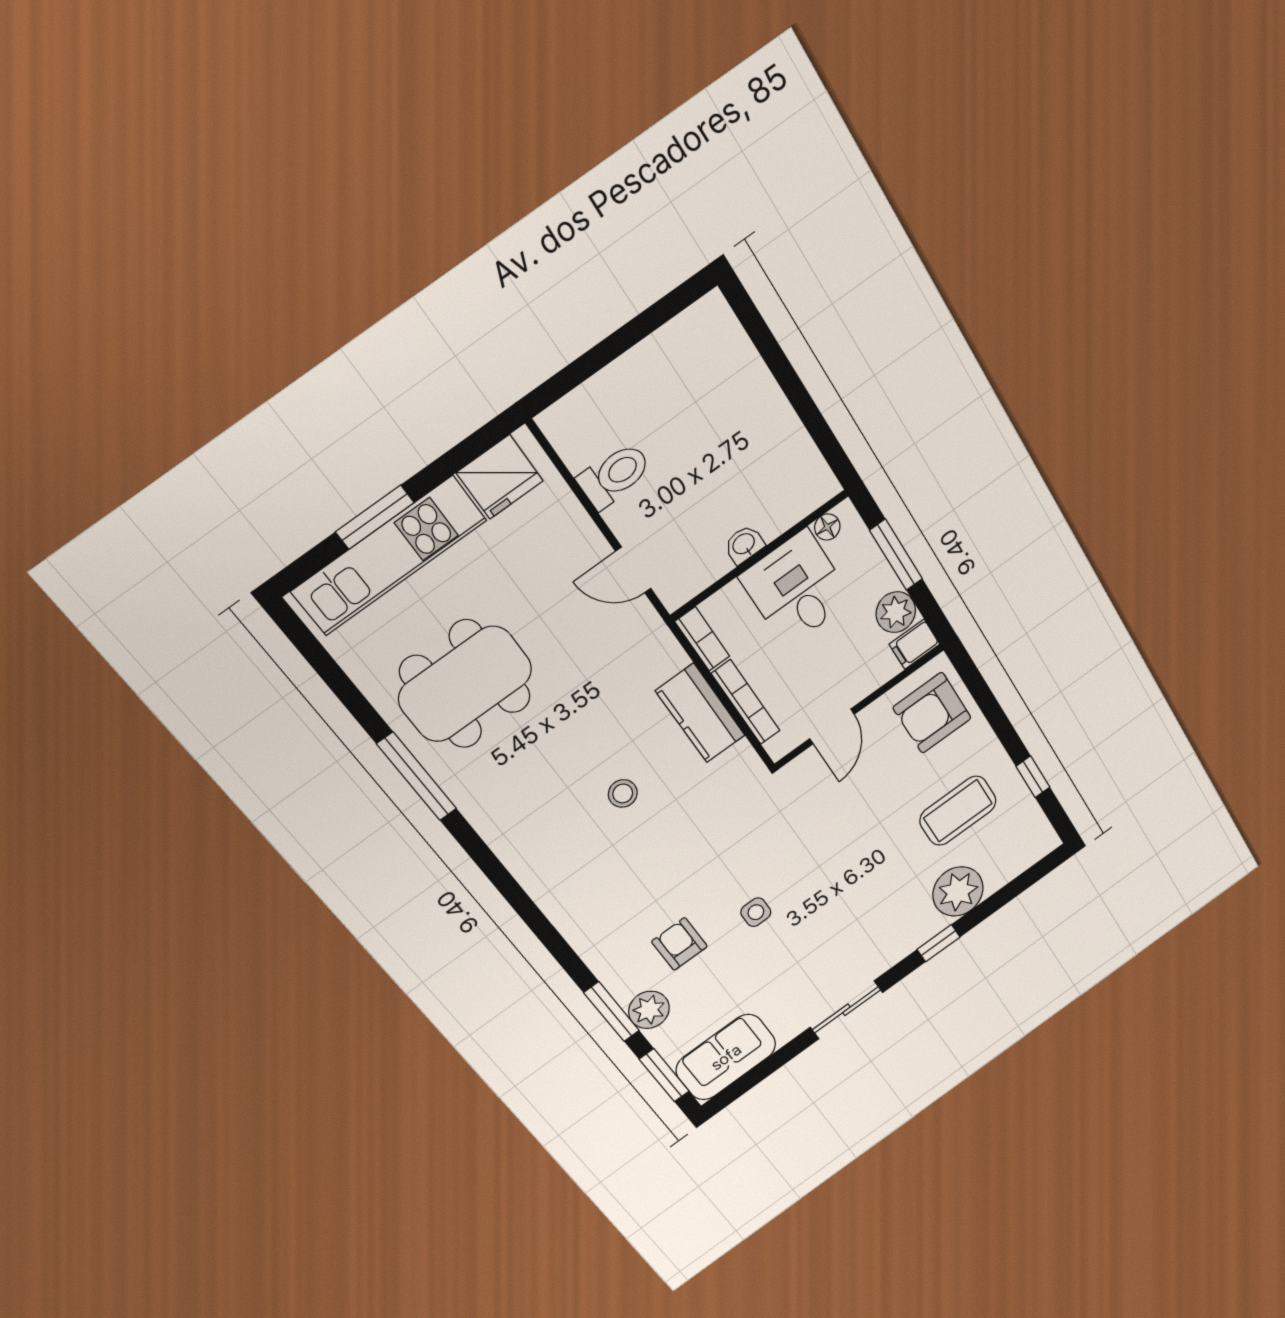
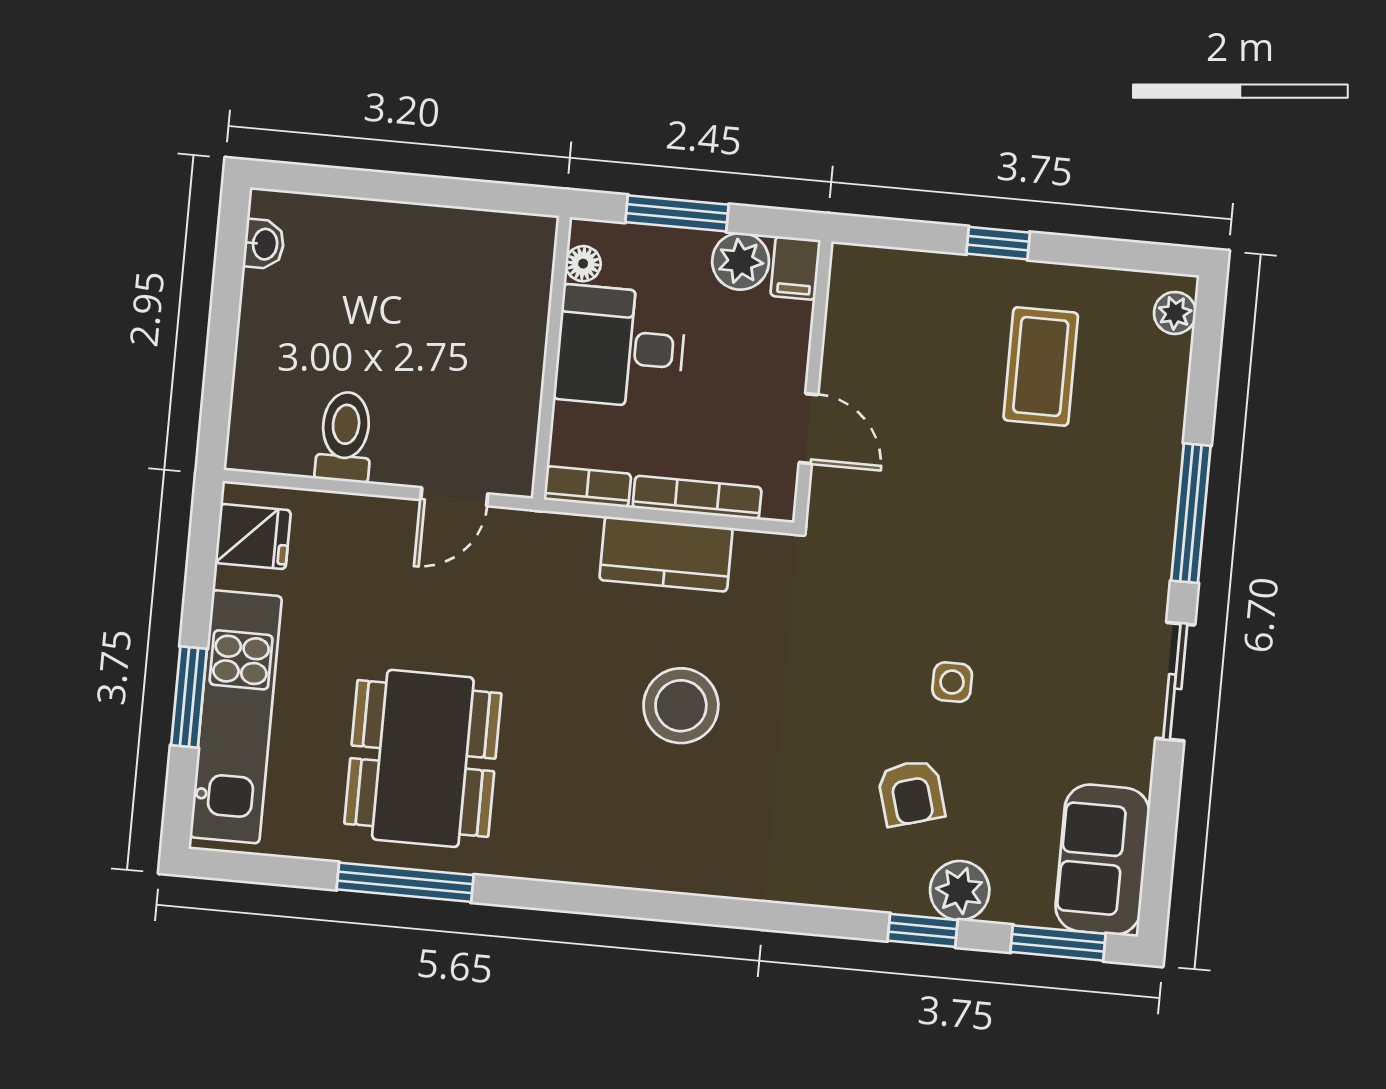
fridge: (500, 477) -> (253, 537), width x0.72
washbasin: (744, 544) -> (264, 244), moved, turned 180
armchair: (932, 713) -> (893, 308), removed
window: (417, 777) -> (405, 882), moved
window: (1033, 777) -> (998, 243), moved
stool: (623, 793) -> (681, 706), width x1.89, depth x1.89
plant: (958, 892) -> (1175, 313), moved, width x0.53, depth x0.53
window: (938, 943) -> (1191, 513), width x2.17
armchair: (679, 944) -> (911, 793), turned -106
window: (612, 1012) -> (923, 930), width x0.67

